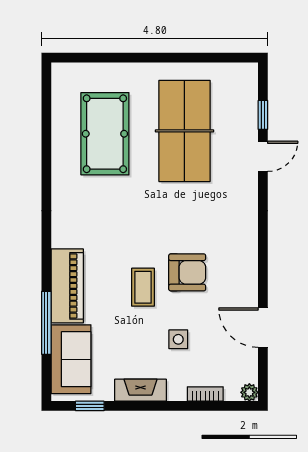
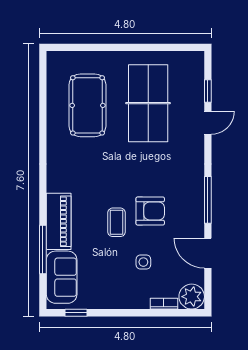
window: (263, 258) -> (208, 200), added
fireplace: (141, 390) -> (115, 301), removed
plant: (249, 392) -> (192, 297), width x1.87, depth x1.87

